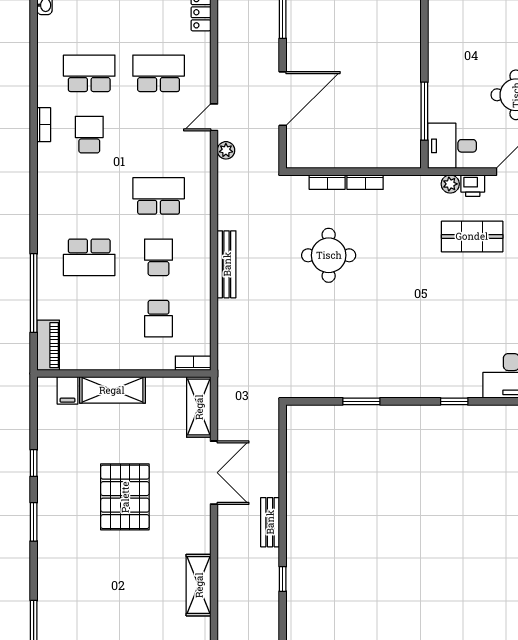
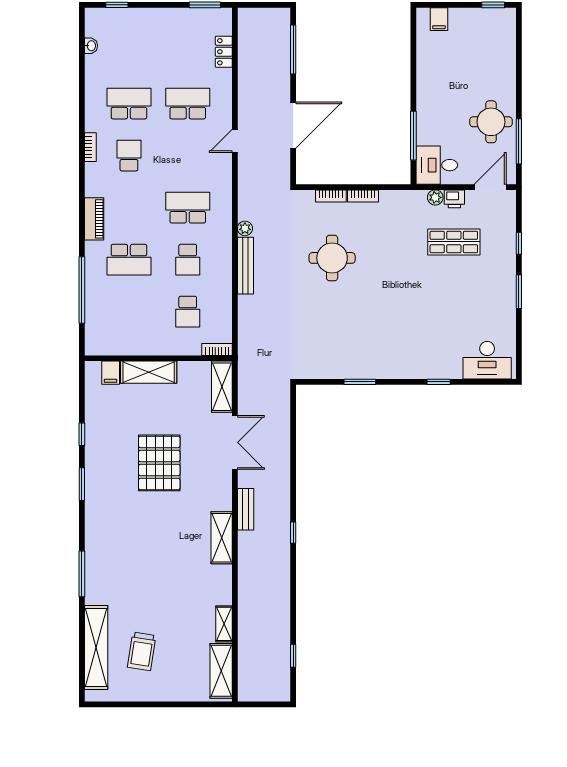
plant: (226, 150) -> (245, 228), moved
school desk: (159, 257) -> (188, 260), turned 180
piano: (48, 345) -> (94, 219), moved
bench: (270, 522) -> (246, 509), moved

